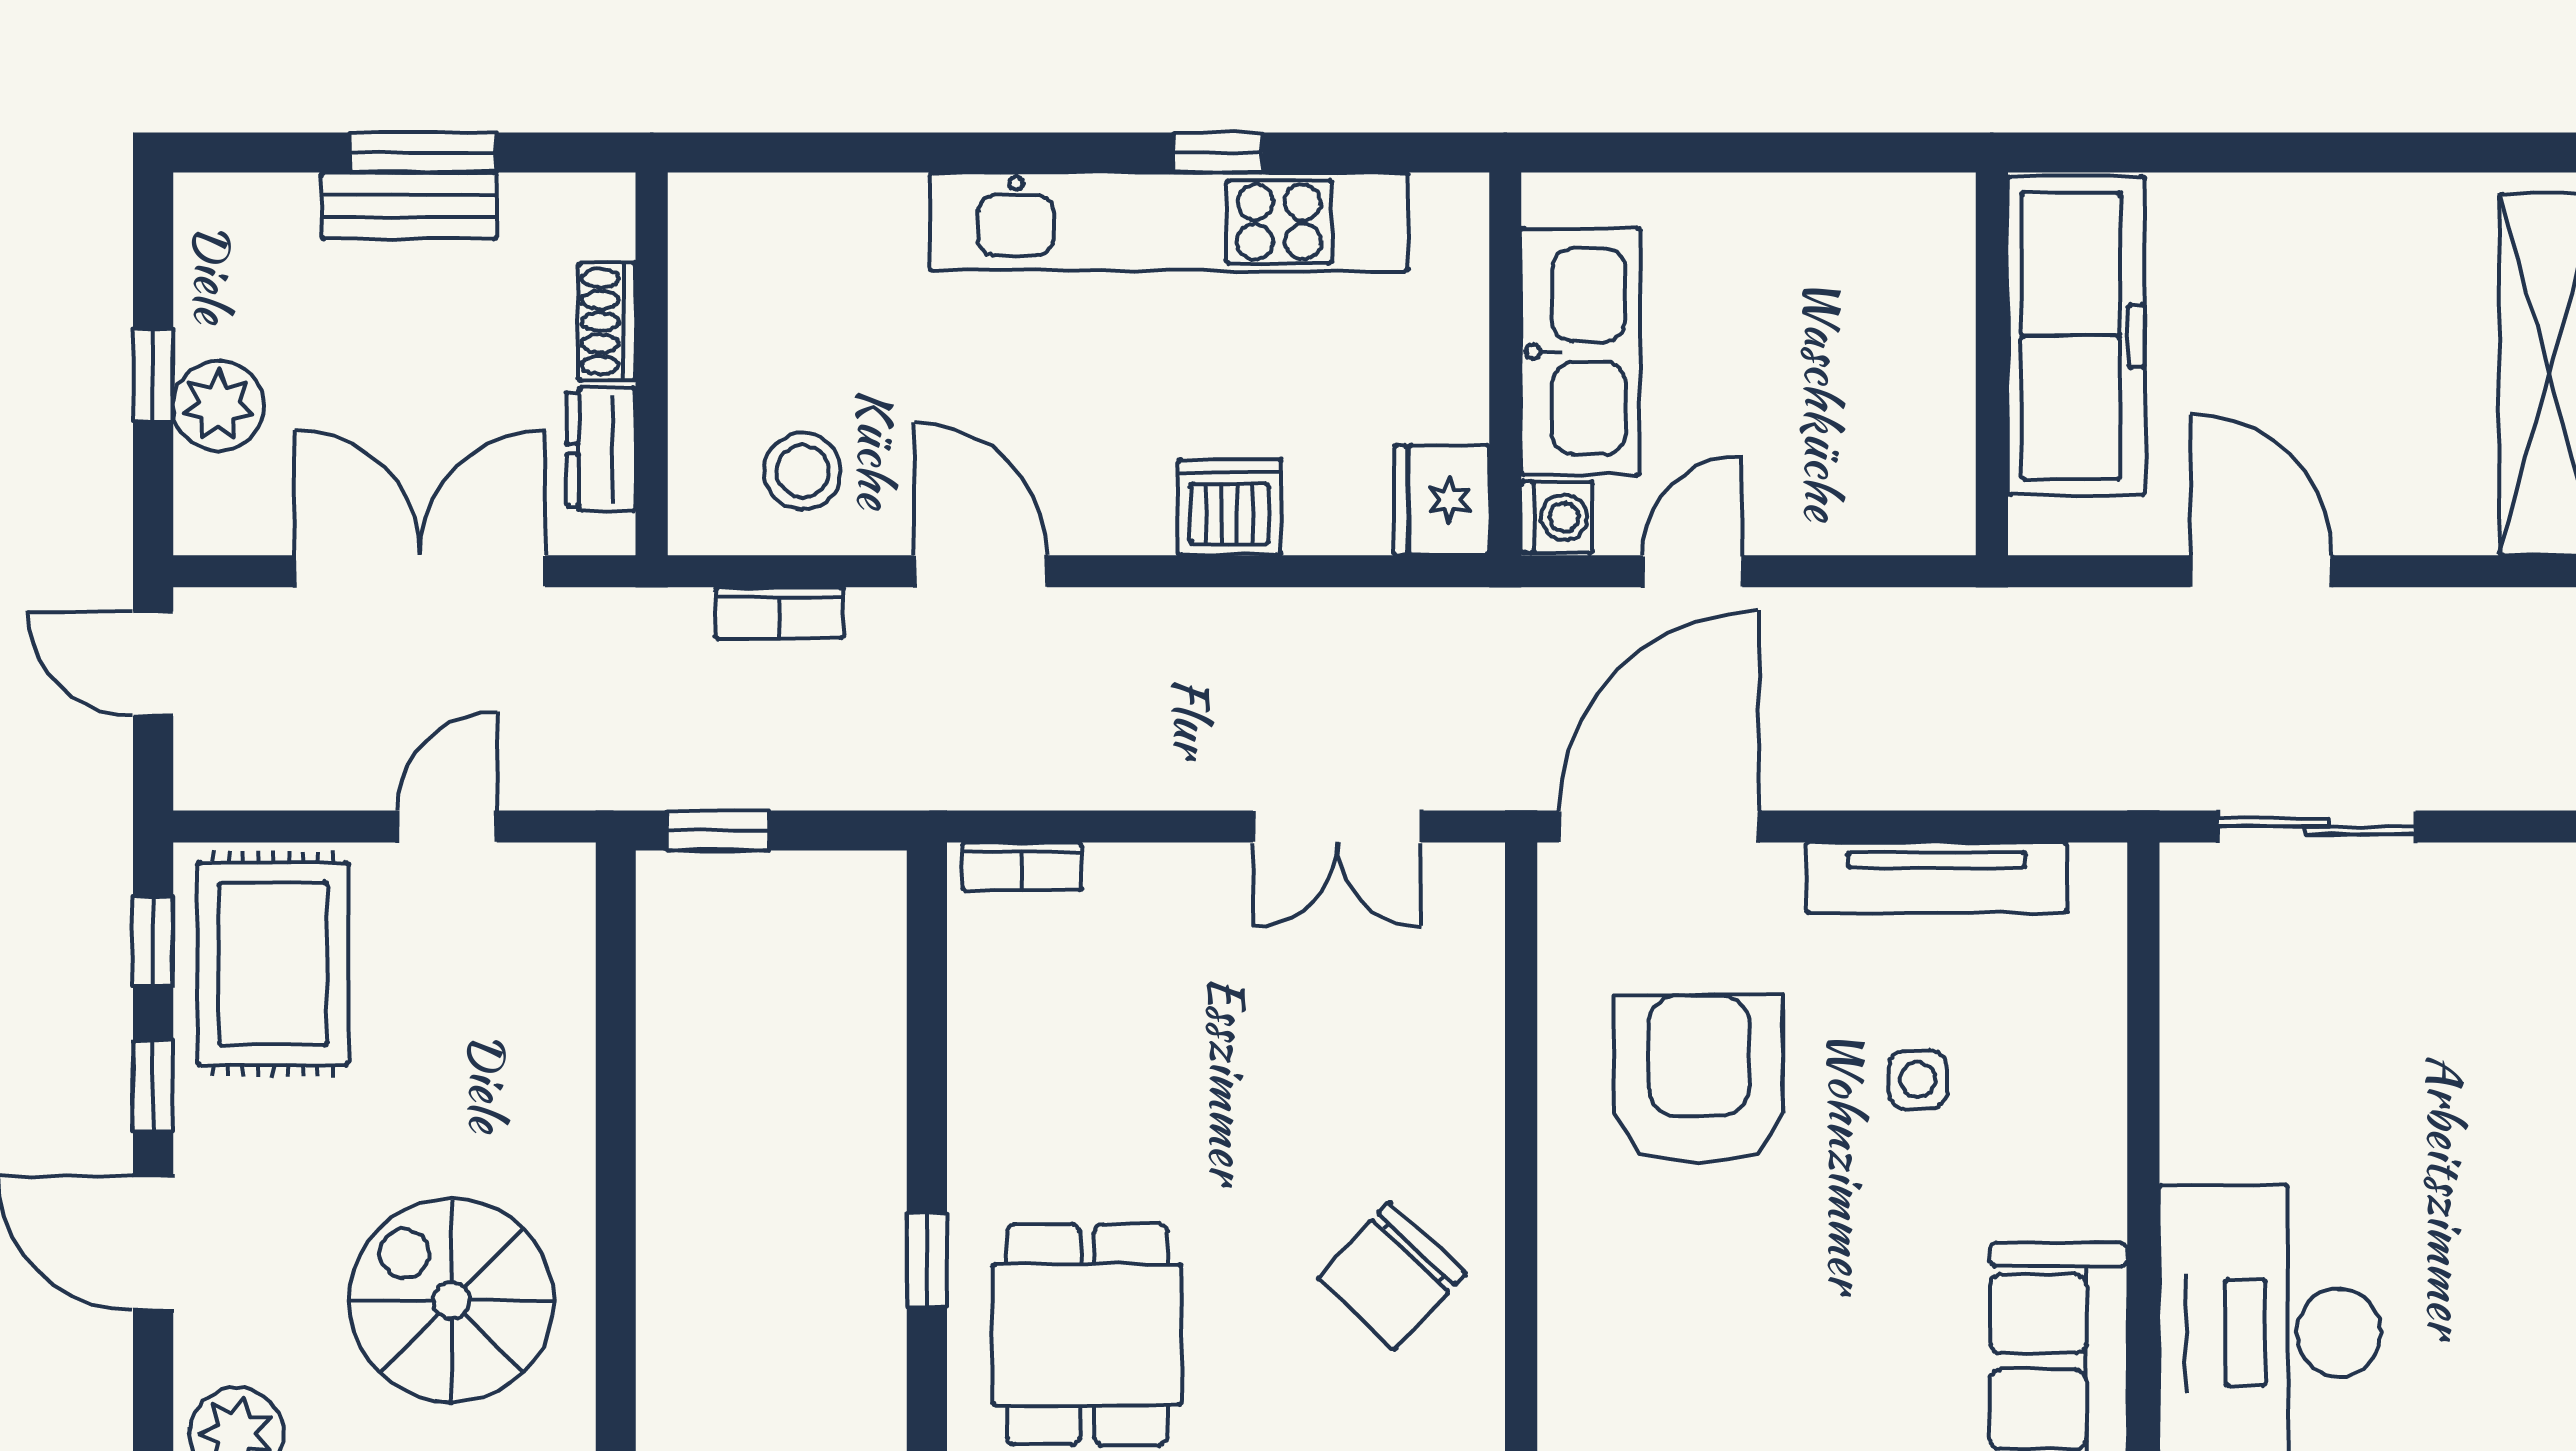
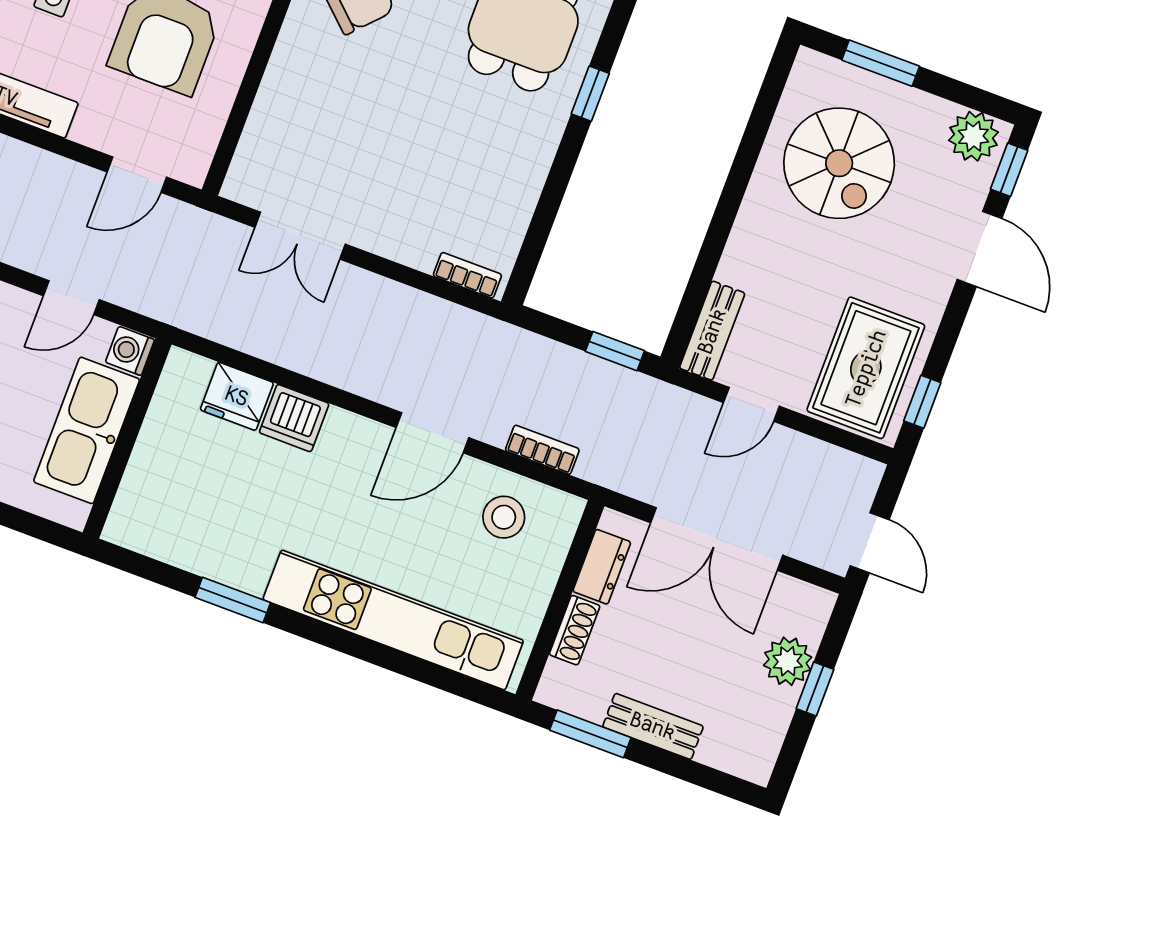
window: (423, 152) -> (590, 734), moved
window: (1218, 152) -> (233, 600), width x1.50
kitchen unit: (1169, 222) -> (393, 620), moved
fridge: (1442, 500) -> (237, 396), moved, turned 90
door: (981, 571) -> (432, 433), hinge flipped
double door: (1337, 827) -> (300, 236), swing flipped
door: (1659, 827) -> (137, 175), width x0.53
bench: (563, 929) -> (712, 331), added
window: (153, 1086) -> (1009, 170), moved

